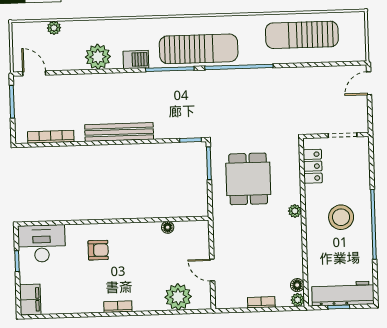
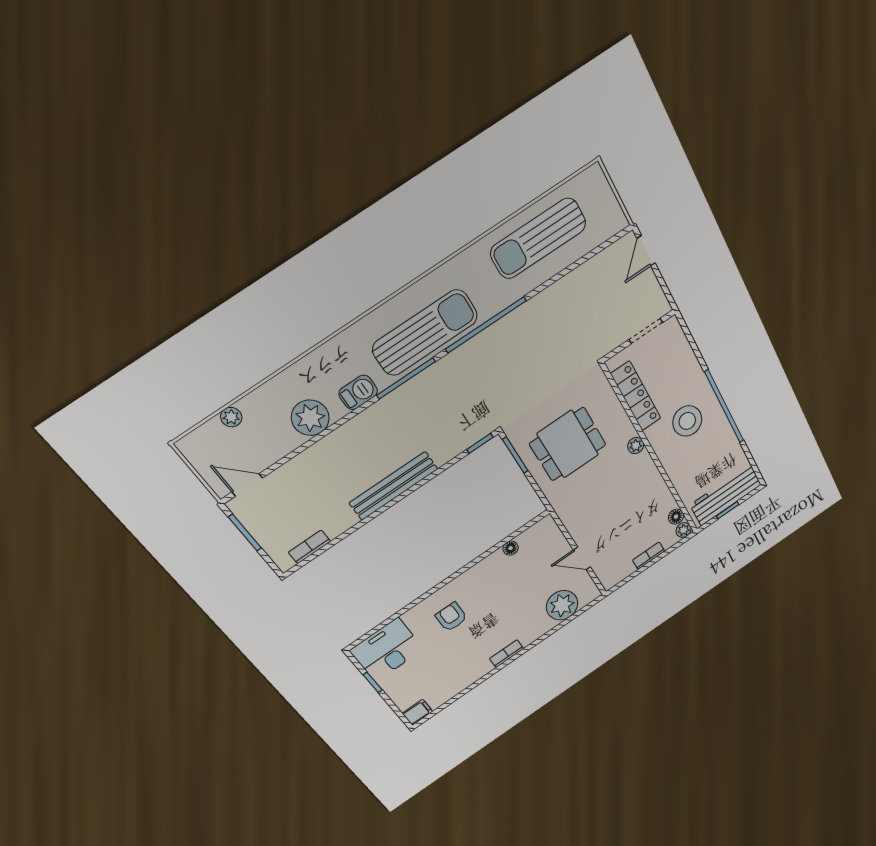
bookcase: (51, 137) -> (309, 547), width x0.64
locker: (313, 166) -> (636, 396), width x1.53
dining table: (248, 179) -> (568, 444), turned 90
armchair: (98, 250) -> (451, 617), turned -90
filing cabinet: (30, 300) -> (417, 712), width x0.50

